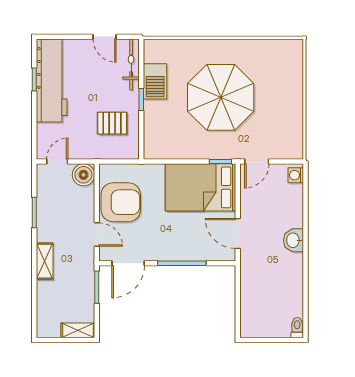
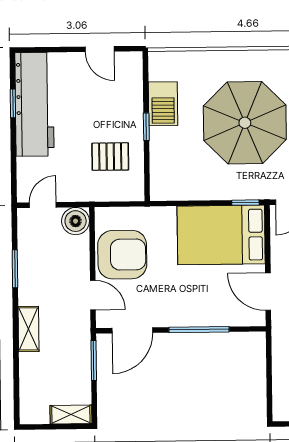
bicycle: (131, 65) -> (133, 83), removed

